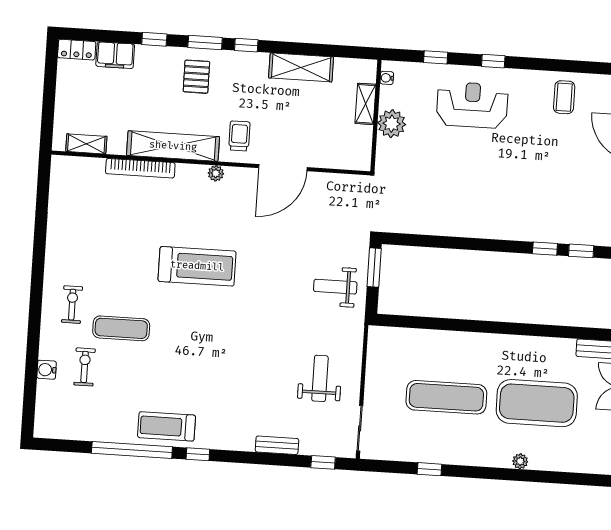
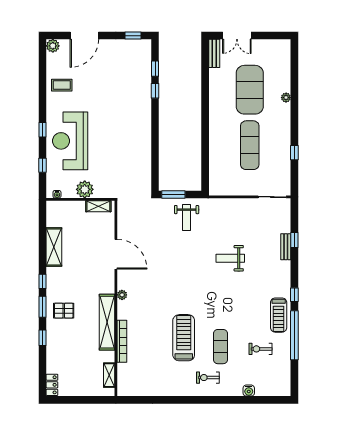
filing cabinet: (115, 55) -> (54, 361), removed
shelving: (365, 104) -> (98, 206), moved
reception desk: (472, 105) -> (70, 141), width x1.36, depth x1.30
trolley: (239, 136) -> (98, 282), removed
treadmill: (197, 266) -> (184, 338), moved
exercise bike: (85, 367) -> (261, 349), moved
weight bench: (320, 378) -> (230, 258), moved
window: (323, 462) -> (294, 240), moved

